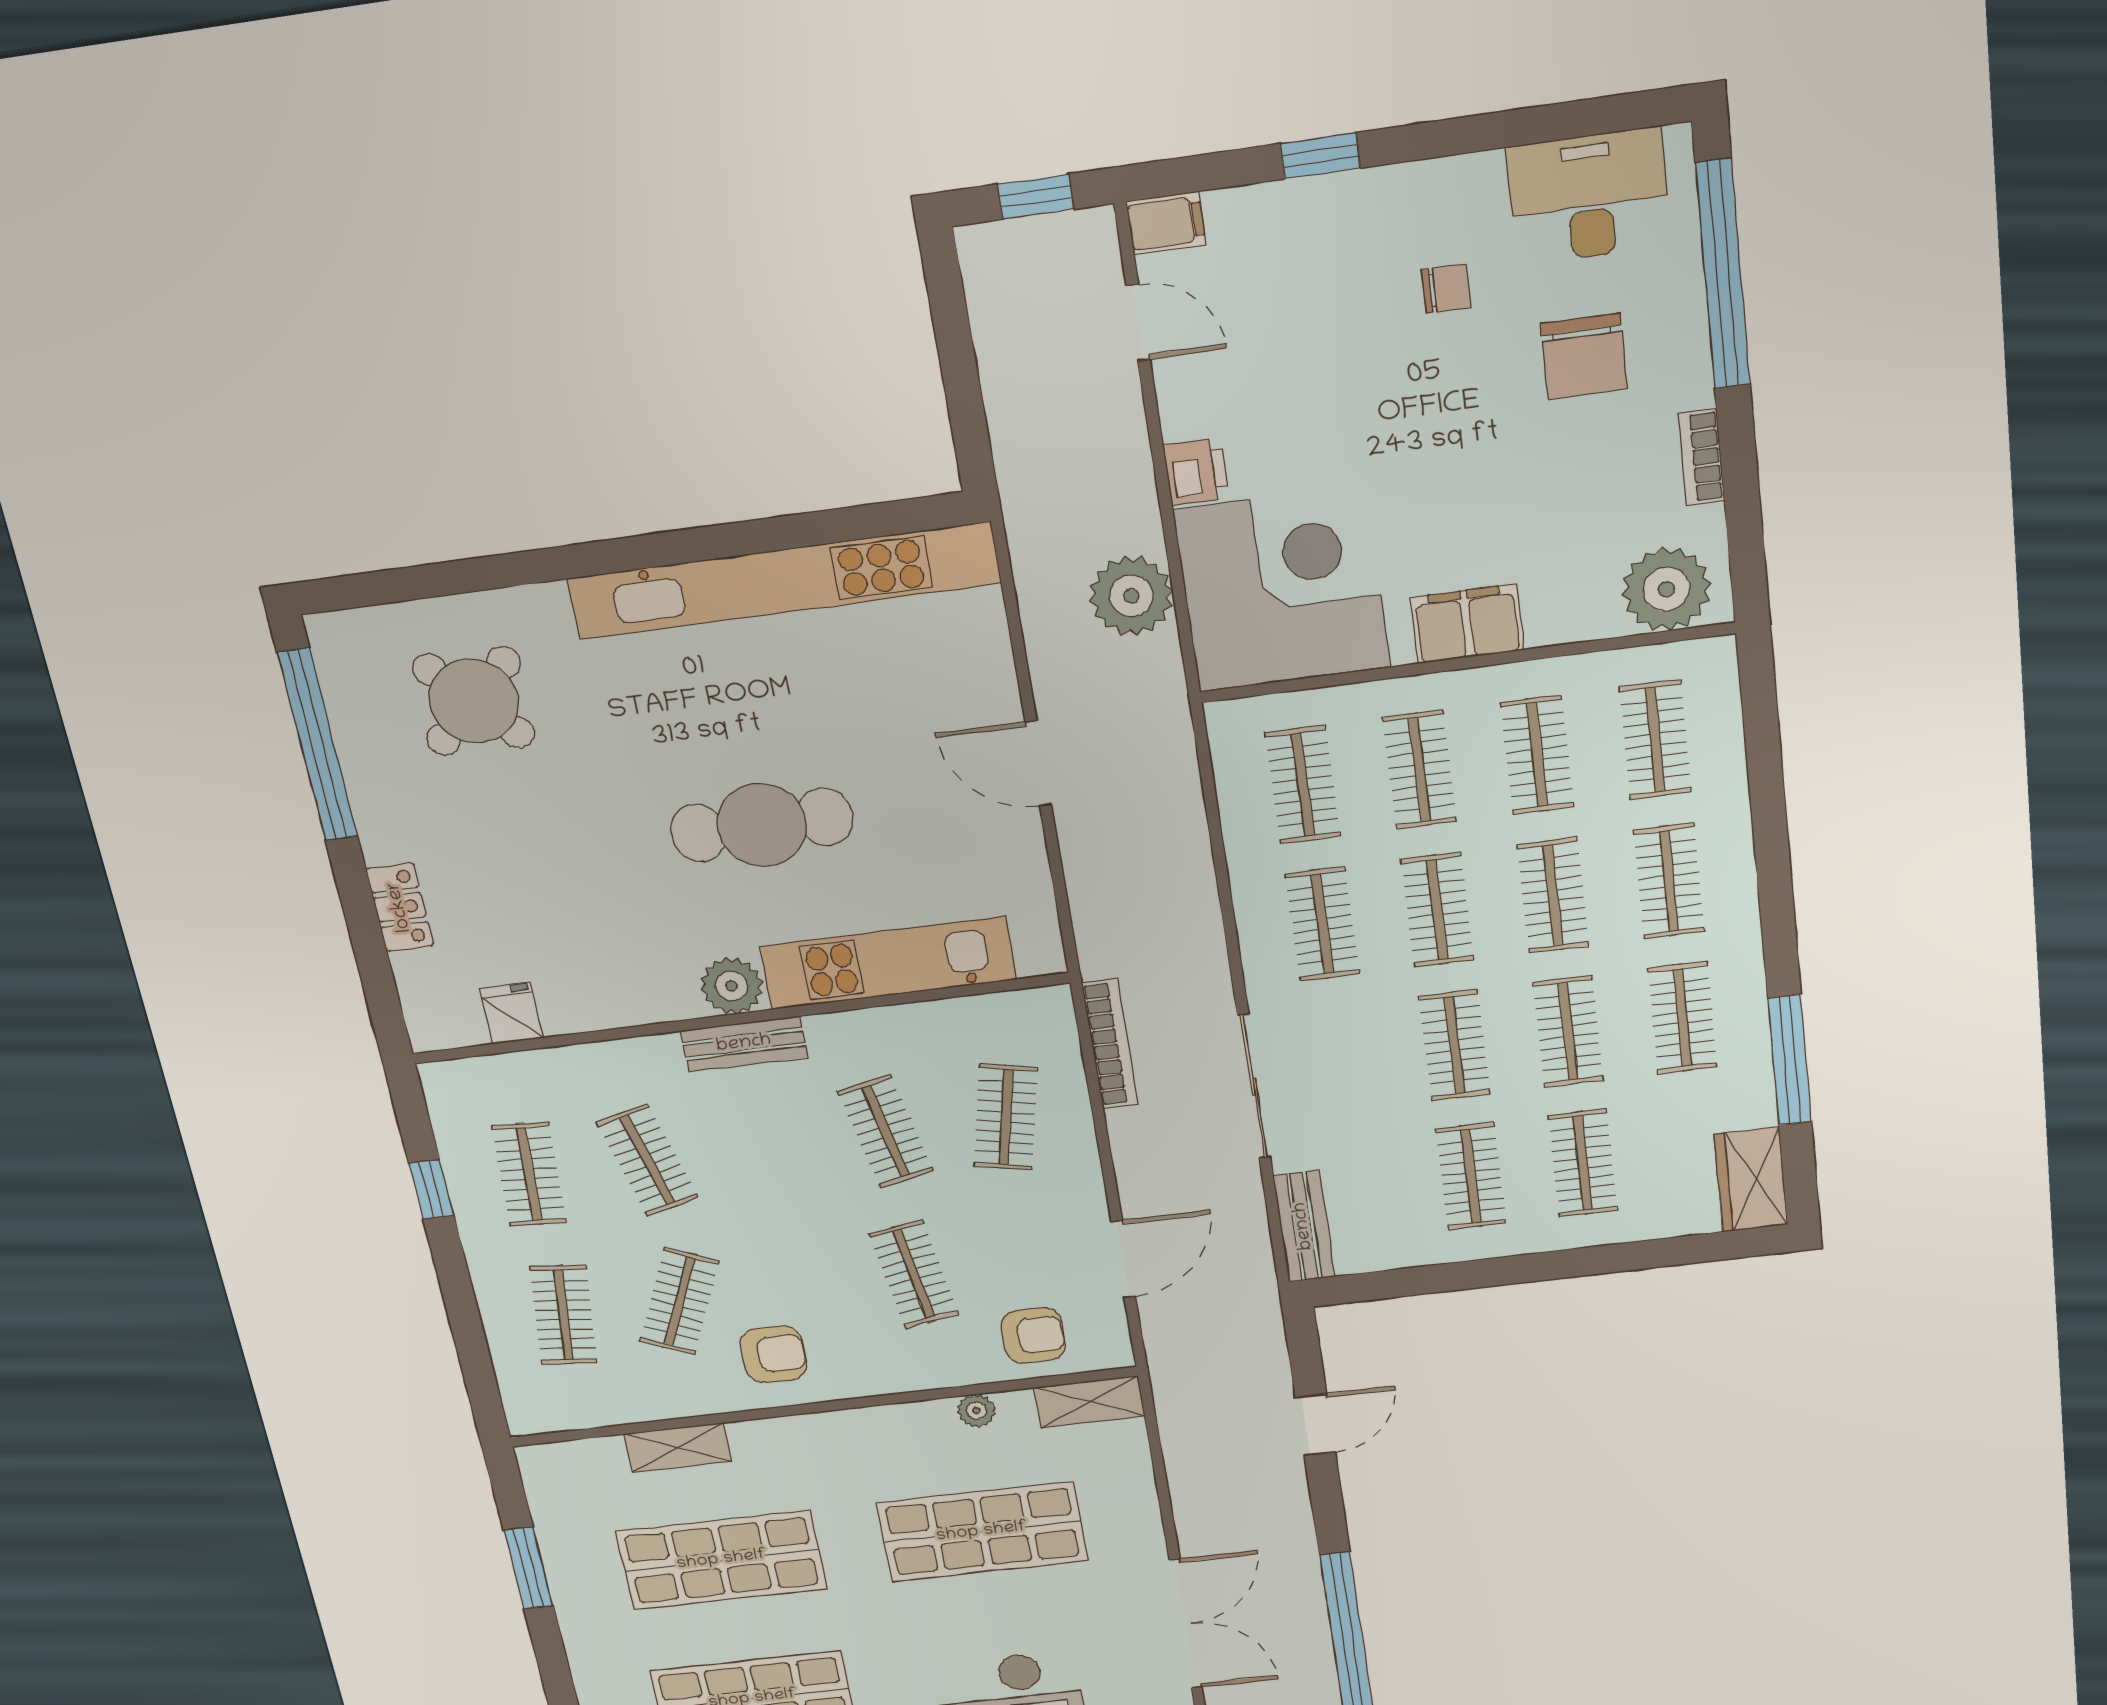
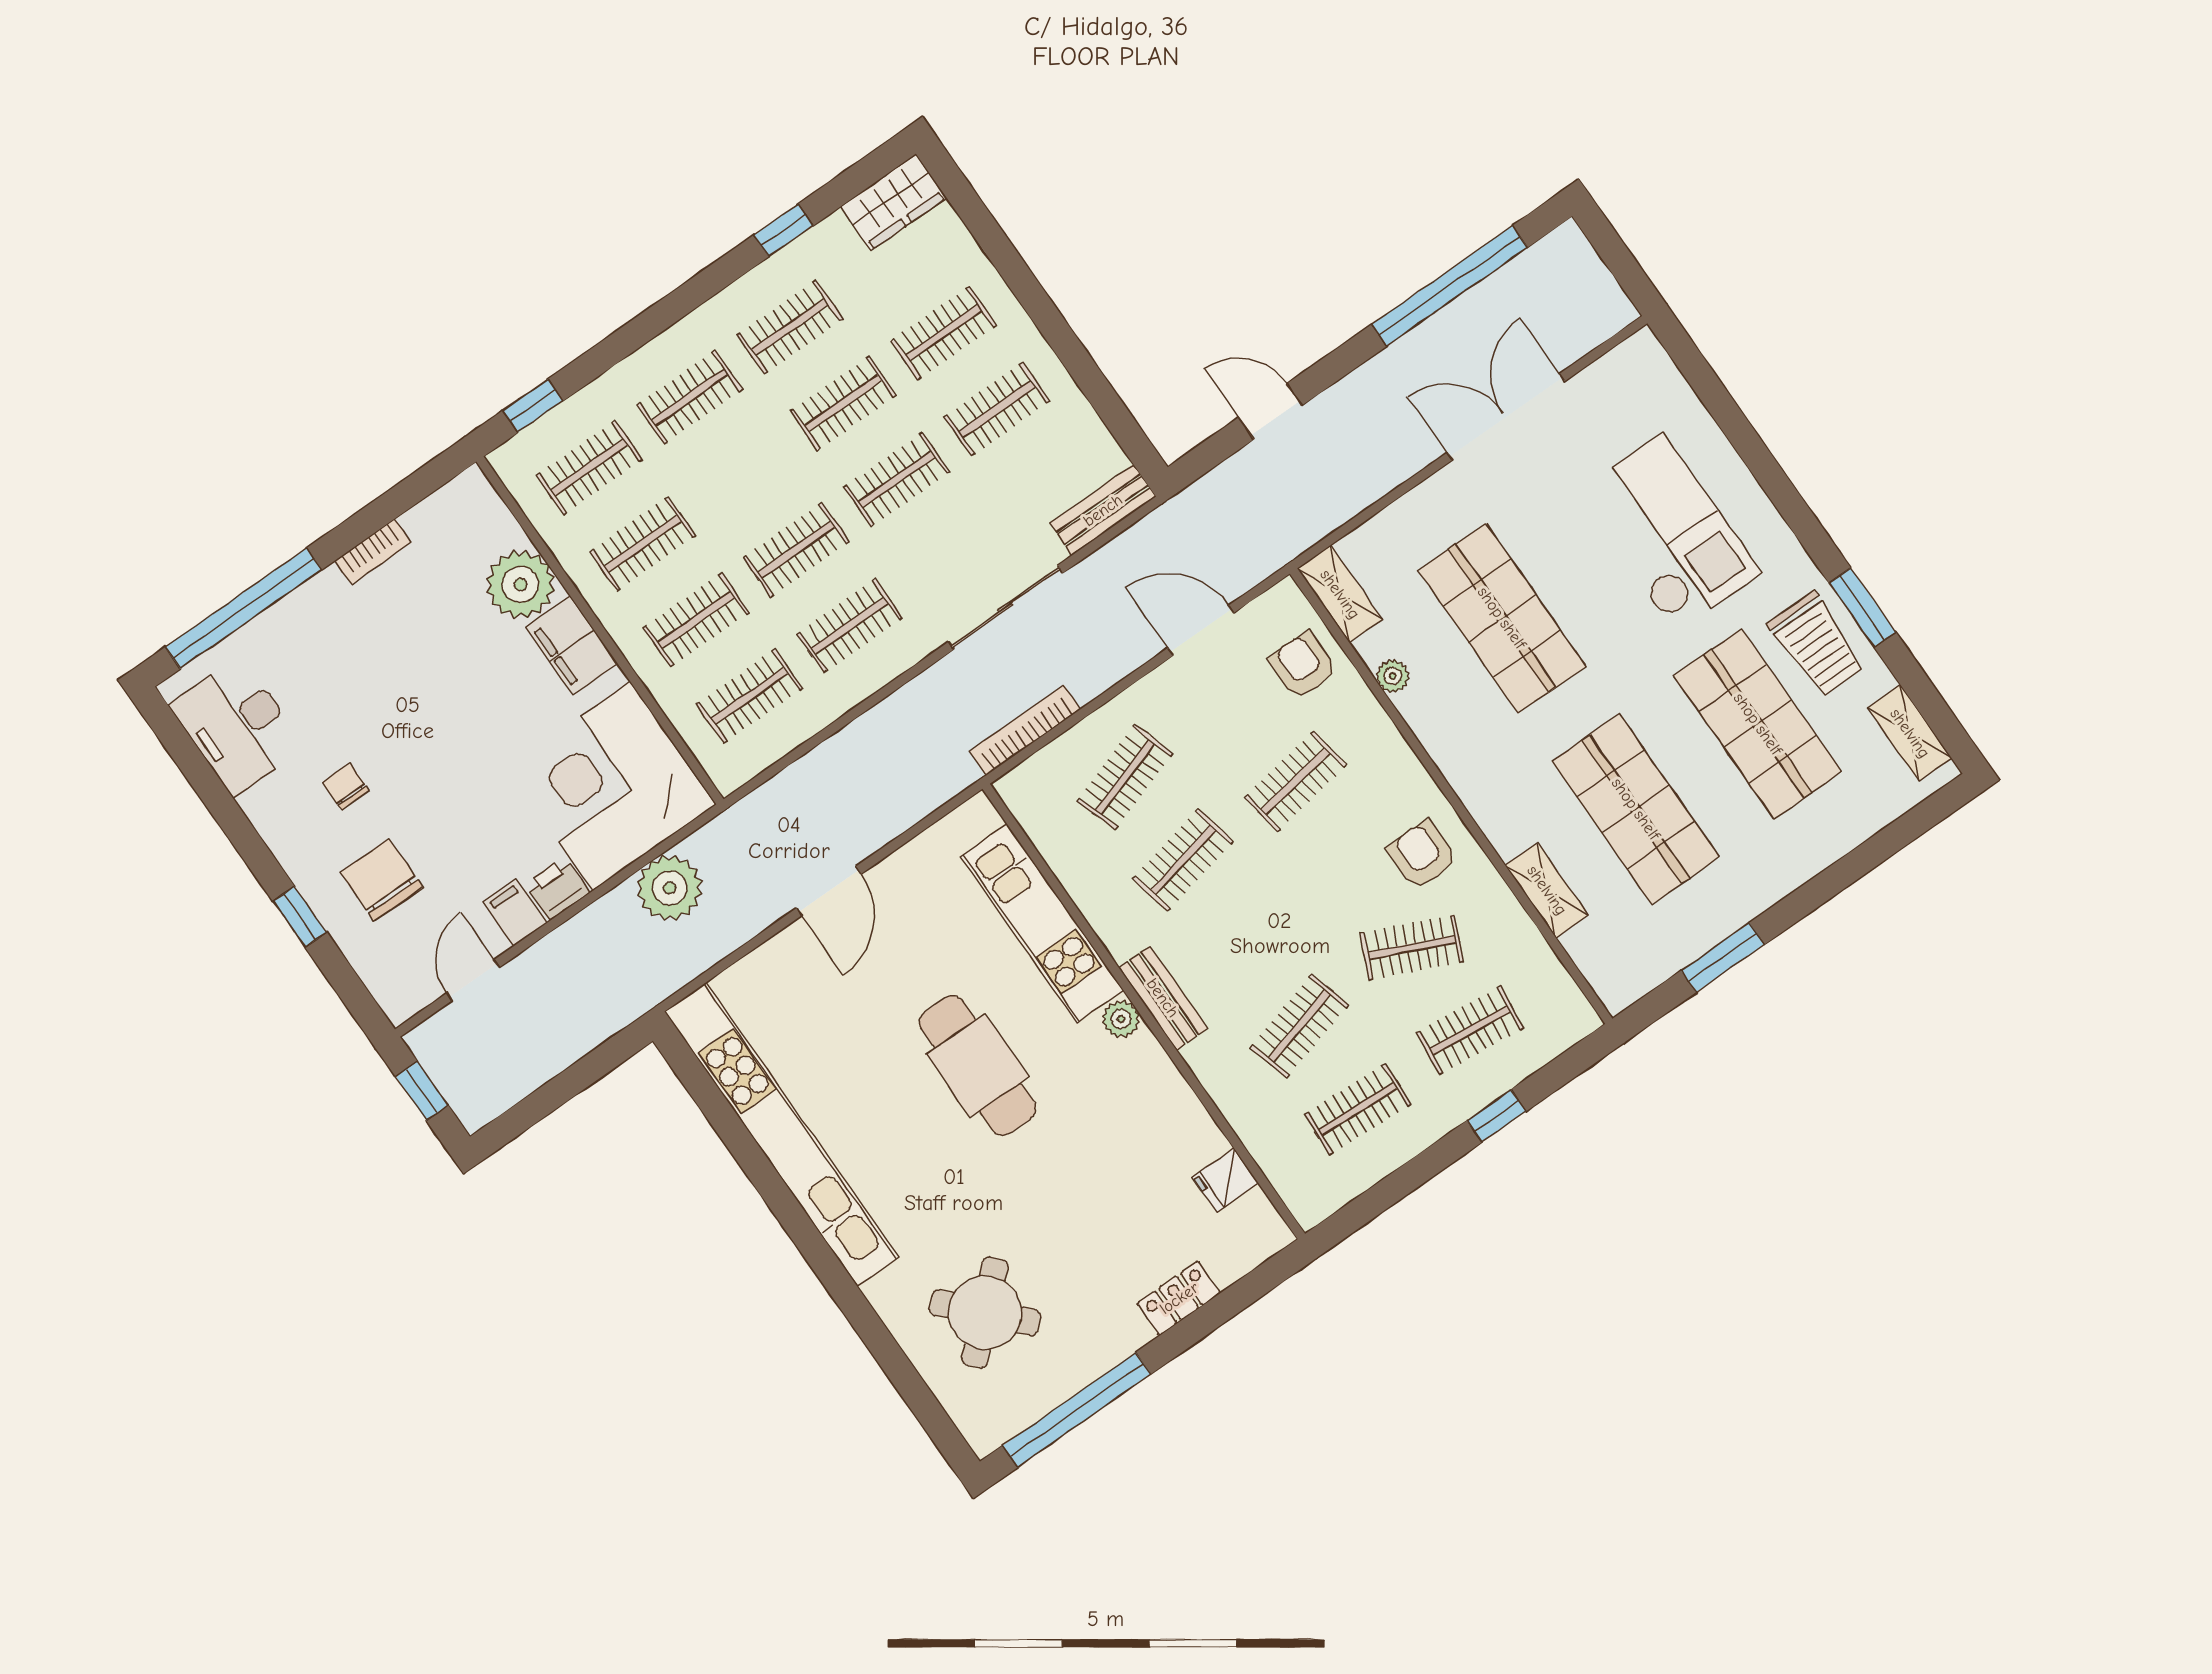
filing cabinet: (1166, 223) -> (515, 913), moved
chair: (1584, 356) -> (381, 880), moved, turned -90
plant: (1666, 589) -> (520, 584), moved
window: (1760, 714) -> (533, 406), added
clothes rail: (1553, 896) -> (743, 473), removed
plant: (732, 986) -> (1121, 1019), width x0.73, depth x0.73
window: (1790, 1060) -> (783, 230), width x0.46
clothes rail: (1006, 1117) -> (1125, 777), turned -30
window: (431, 1189) -> (1496, 1116), moved

